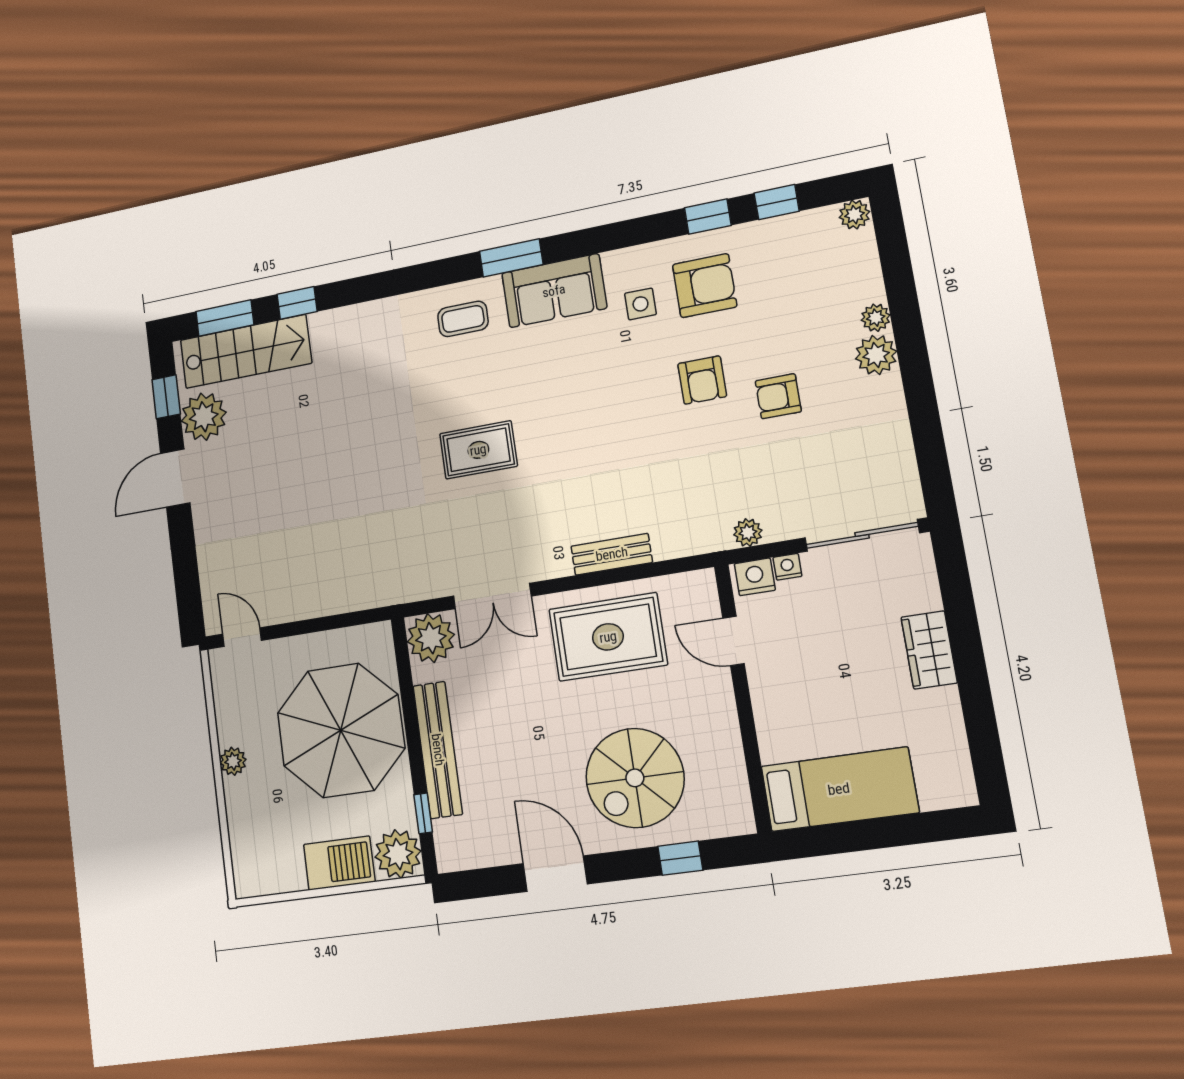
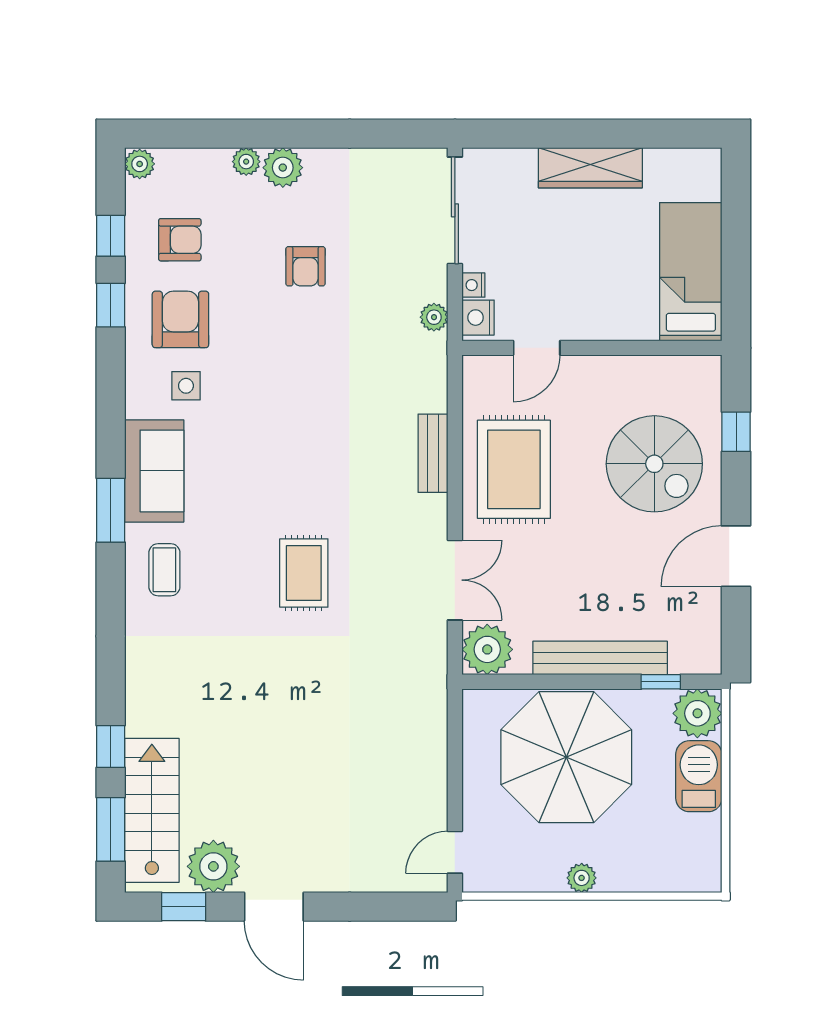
armchair: (702, 380) -> (180, 240), moved
wardrobe: (929, 650) -> (590, 168), width x1.50

